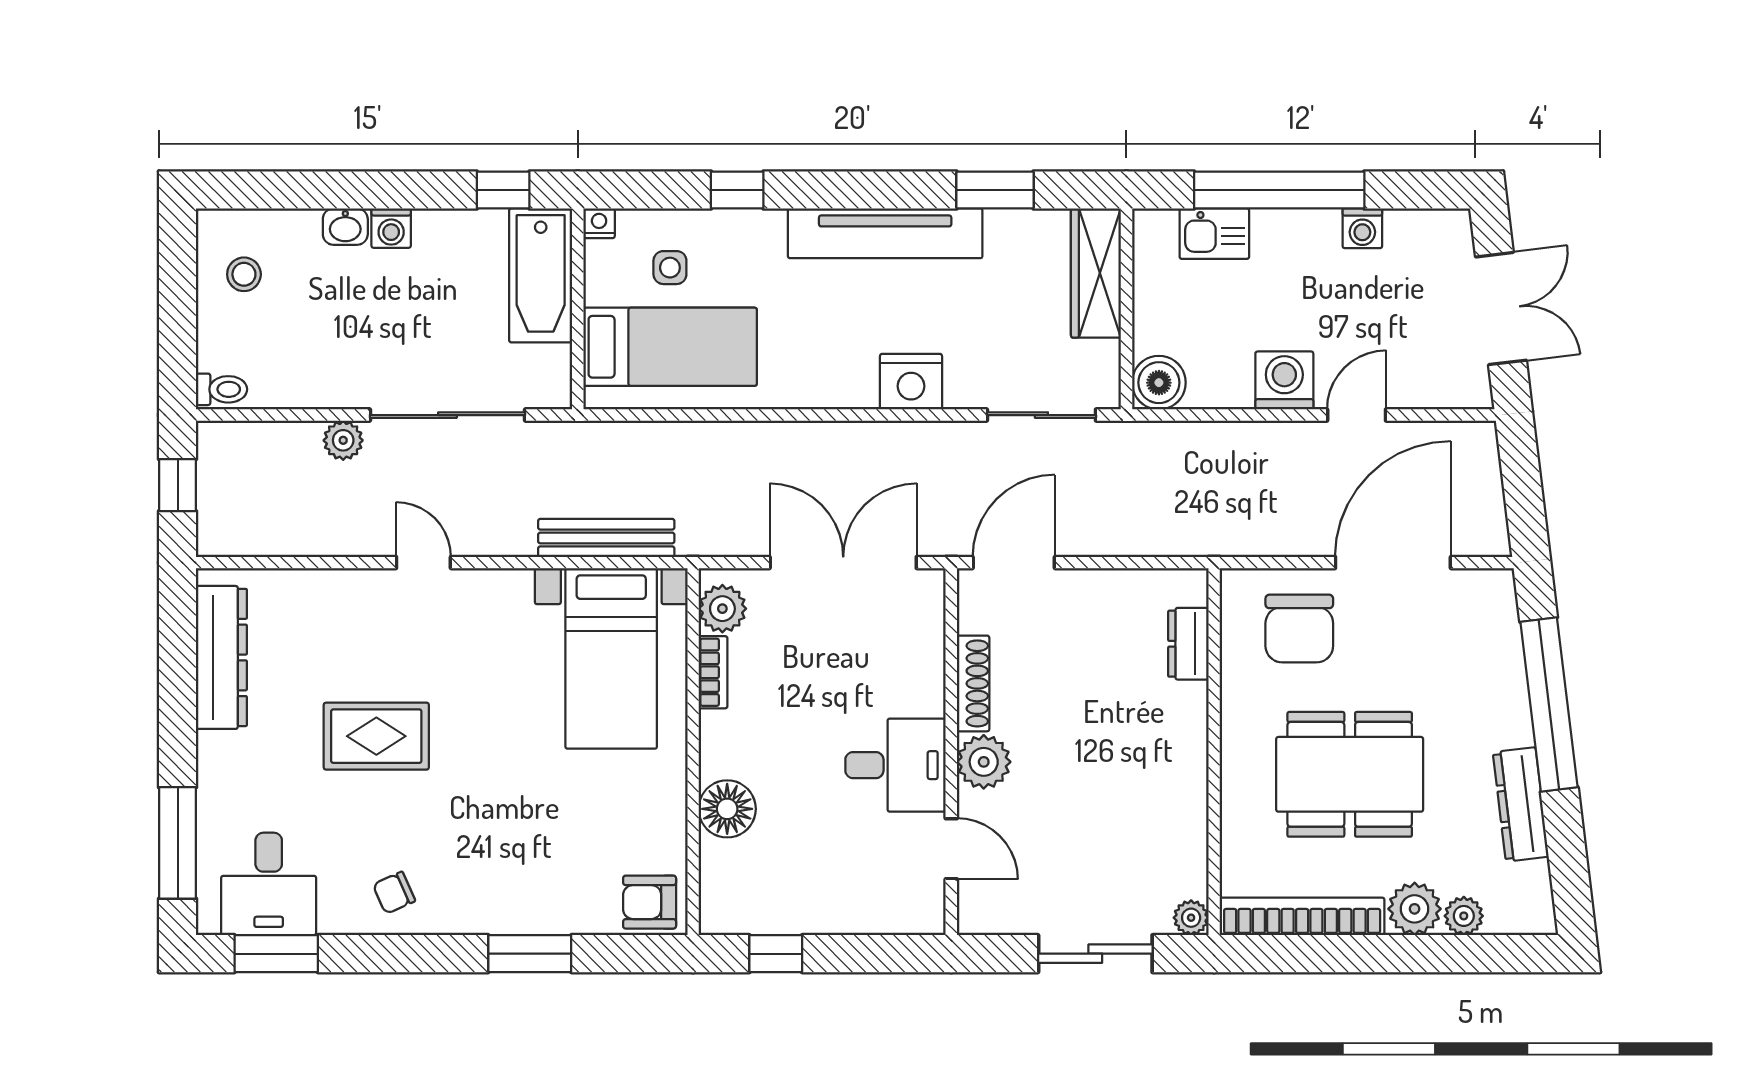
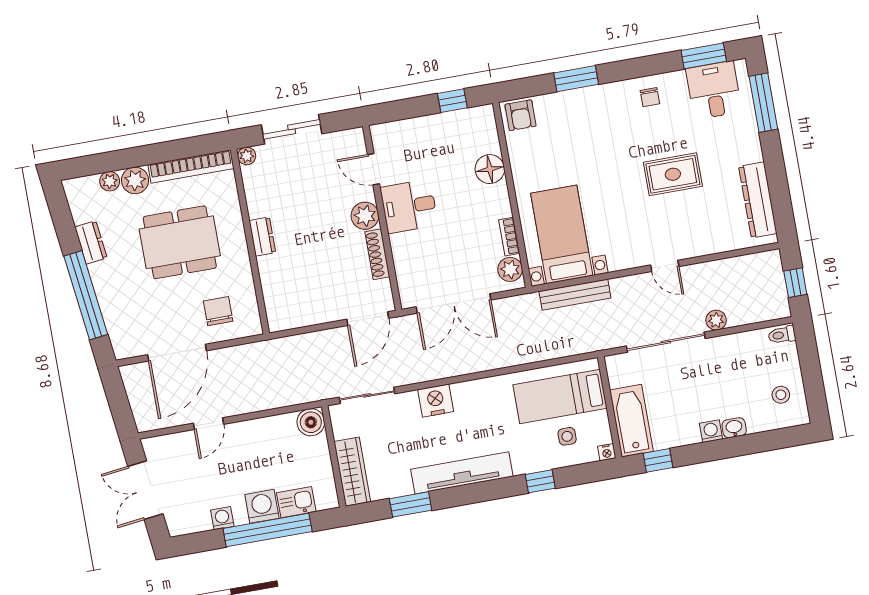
washing machine: (1284, 380) -> (262, 506), moved, turned 180
chair: (1299, 629) -> (218, 311), width x0.73, depth x0.73
dresser: (1188, 644) -> (262, 237), moved
dresser: (1521, 804) -> (91, 242), width x0.70
chair: (394, 893) -> (650, 97), turned 114
armchair: (650, 902) -> (520, 115), turned 90

